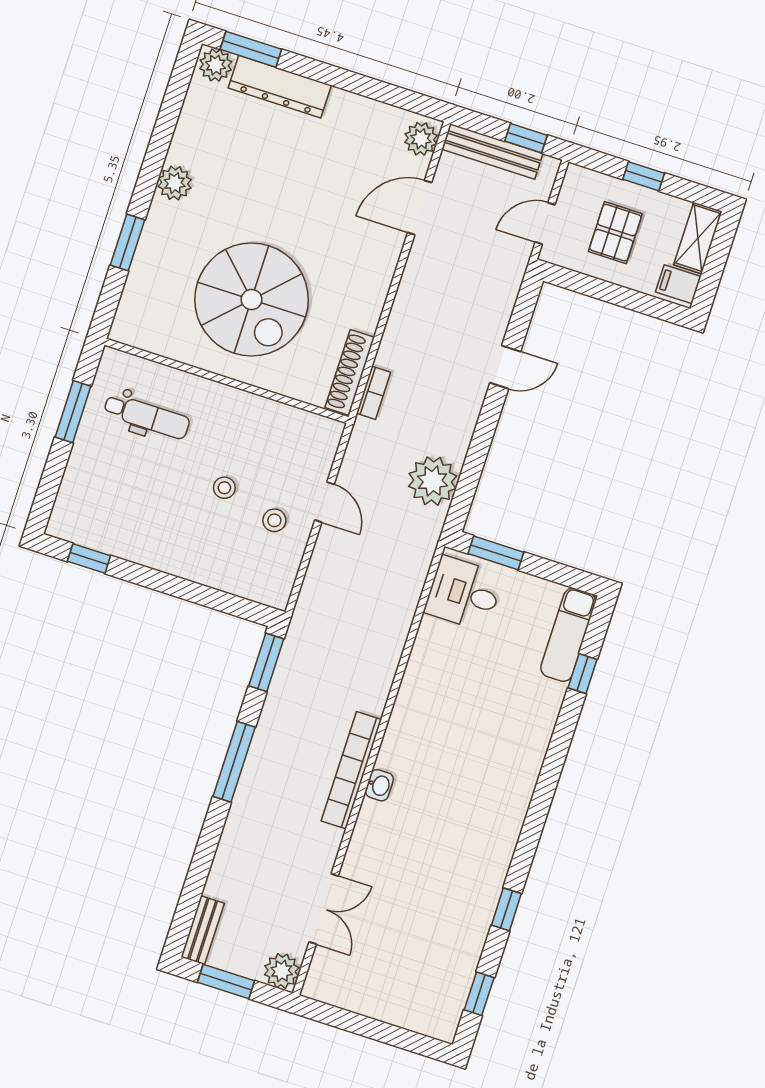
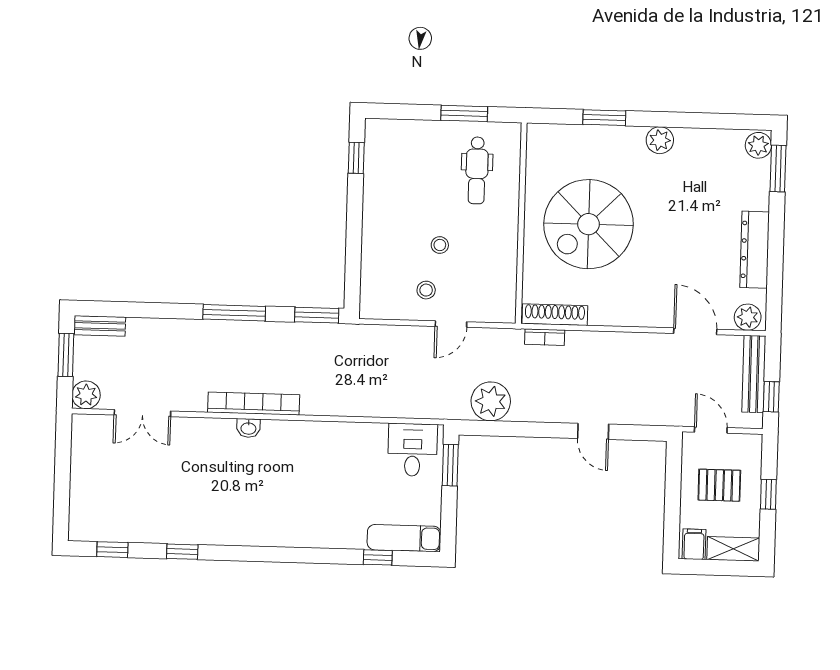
dresser: (280, 87) -> (755, 250), moved

